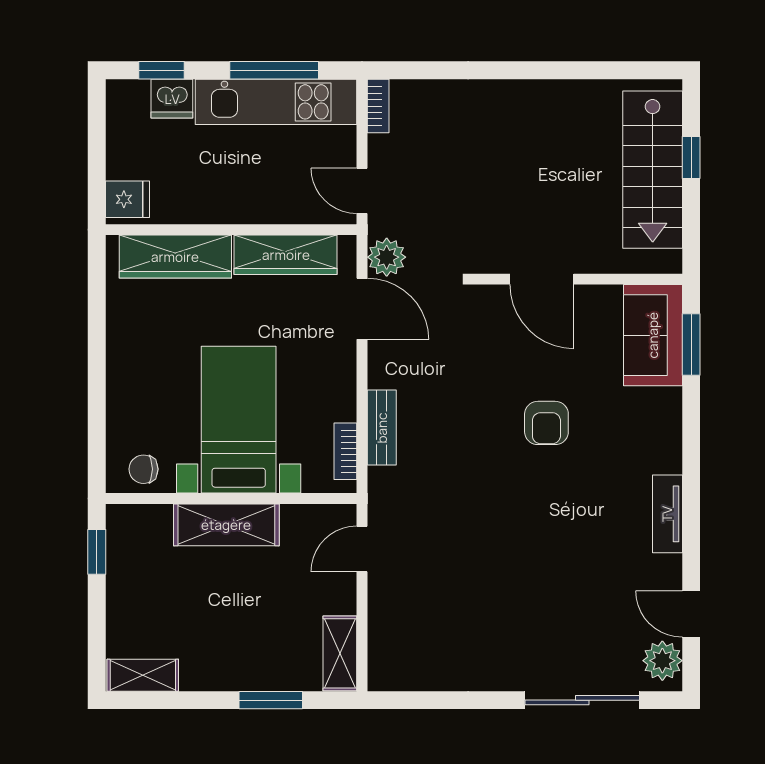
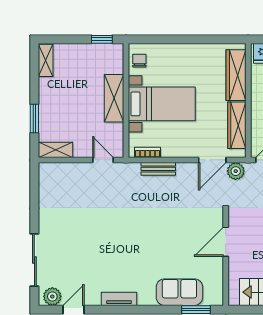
sofa: (653, 335) -> (179, 292), moved
armchair: (546, 423) -> (160, 244), removed

